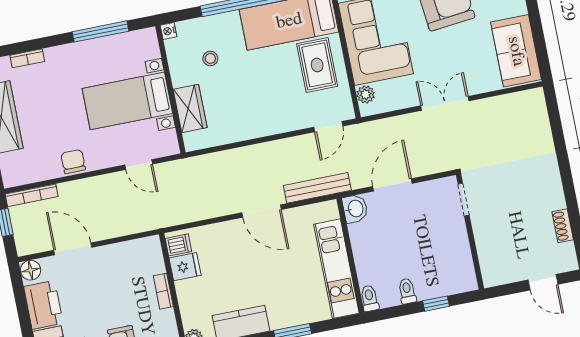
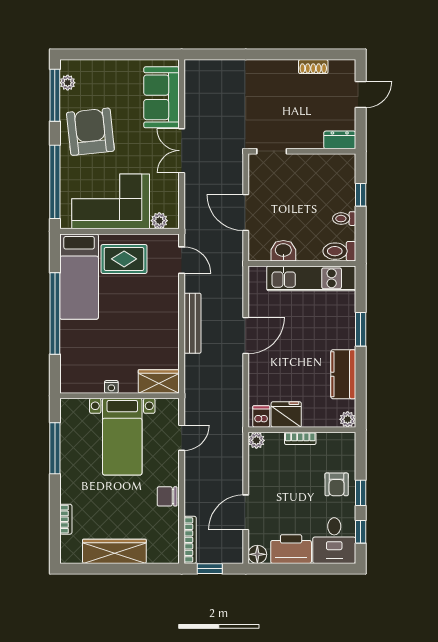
nightstand: (169, 31) -> (111, 387), moved
sofa: (516, 51) -> (162, 97), moved, turned 90
stool: (210, 58) -> (99, 354), removed
wardrobe: (190, 108) -> (159, 381), moved
bench: (317, 188) -> (192, 323), moved
washbasin: (355, 209) -> (283, 251), moved
plant: (152, 245) -> (256, 440), added
fridge: (185, 267) -> (286, 414), width x1.38
dresser: (490, 270) -> (340, 140), added
toilet: (369, 298) -> (339, 251), width x1.37, depth x1.39

